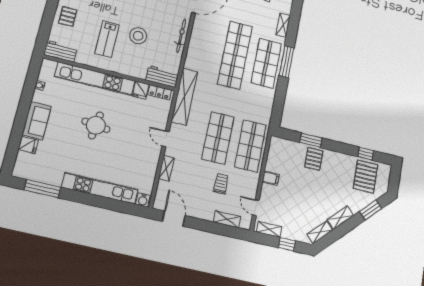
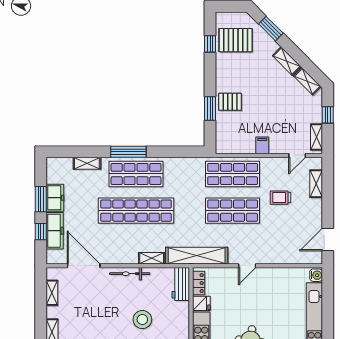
shelving: (166, 168) -> (152, 258), moved

